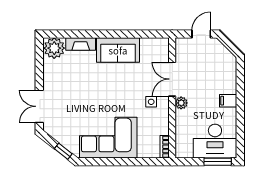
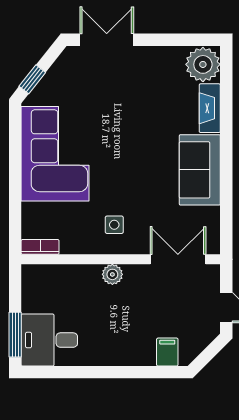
double door: (172, 79) -> (178, 259), moved
filing cabinet: (228, 101) -> (167, 352), moved
desk: (215, 141) -> (49, 340), width x0.73

